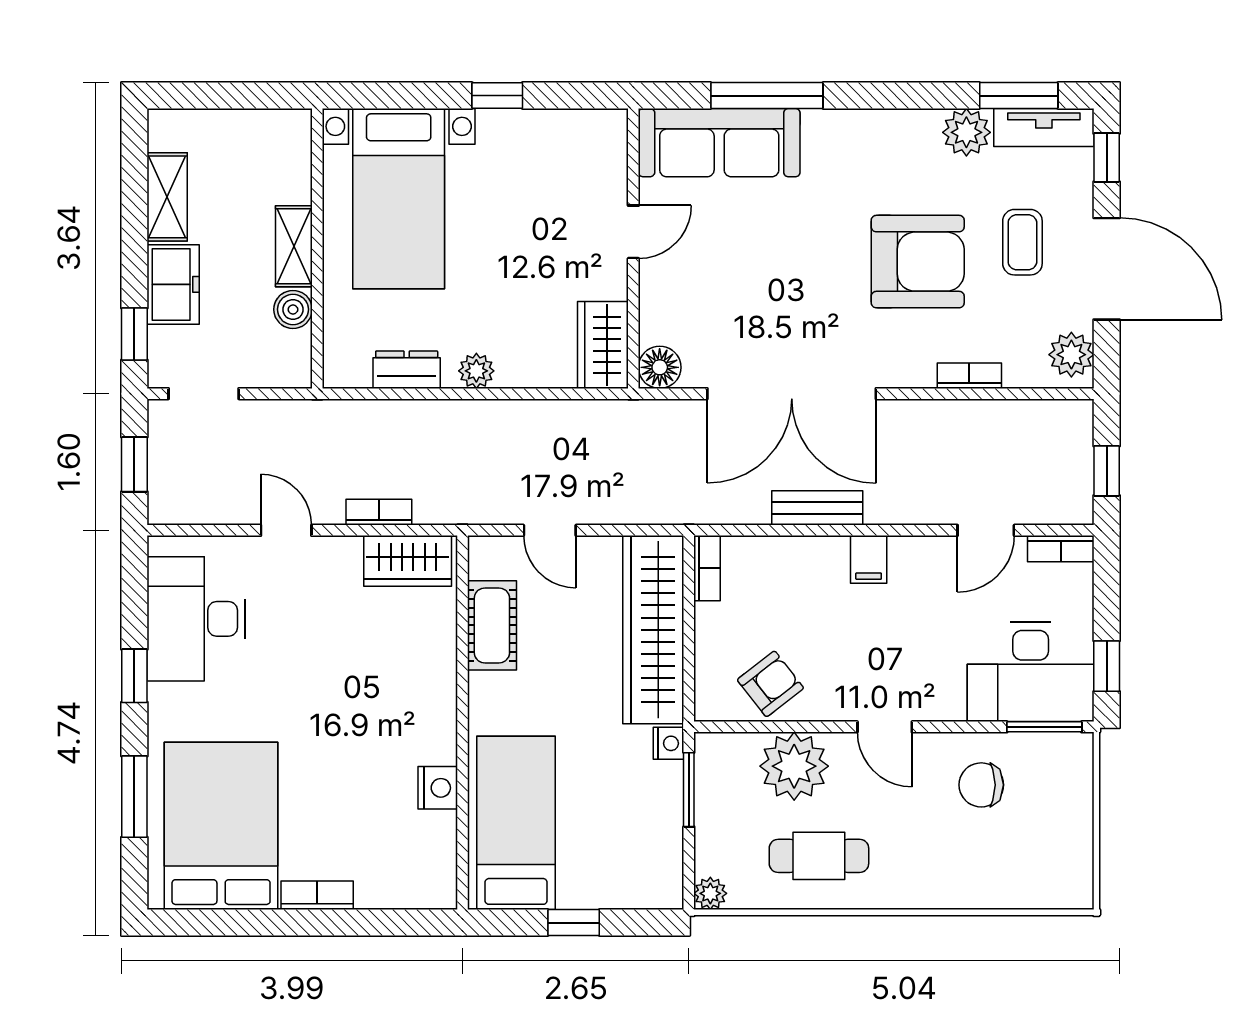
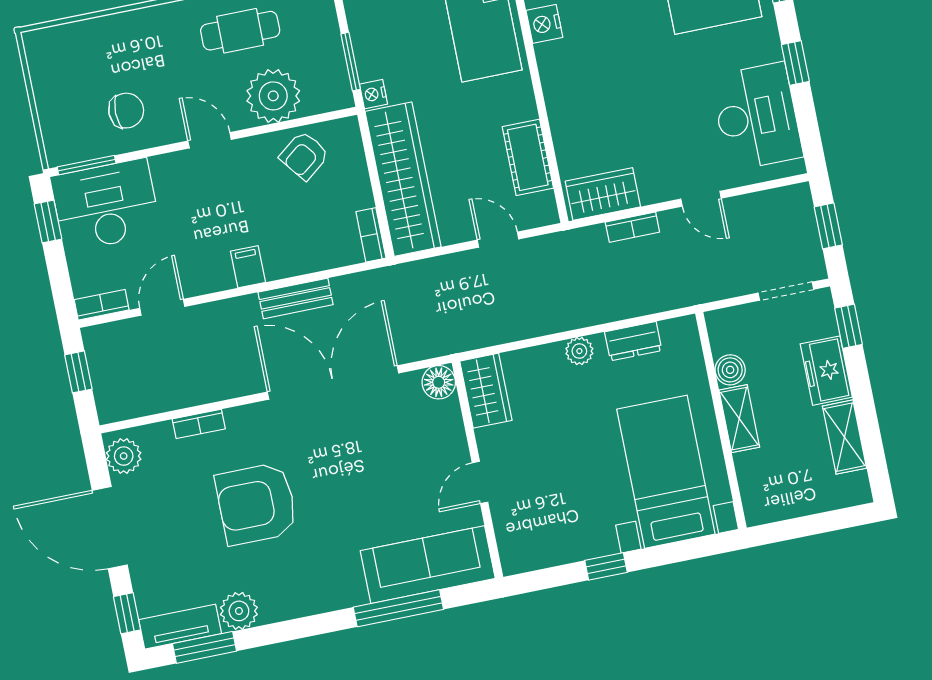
coffee table: (1022, 242) -> (179, 535), removed

